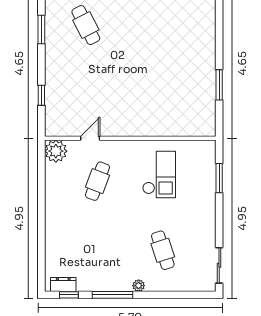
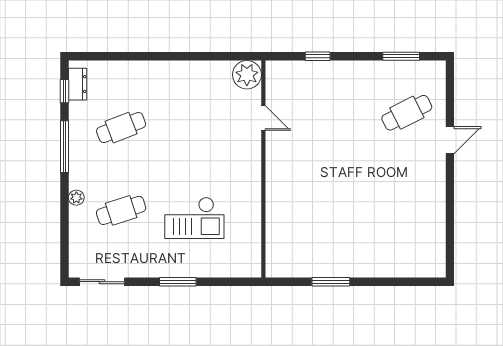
checkout: (159, 174) -> (194, 218), moved
window: (219, 178) -> (178, 282), moved
cafe table: (98, 181) -> (121, 128), moved, turned -42
plant: (139, 286) -> (76, 198), moved

